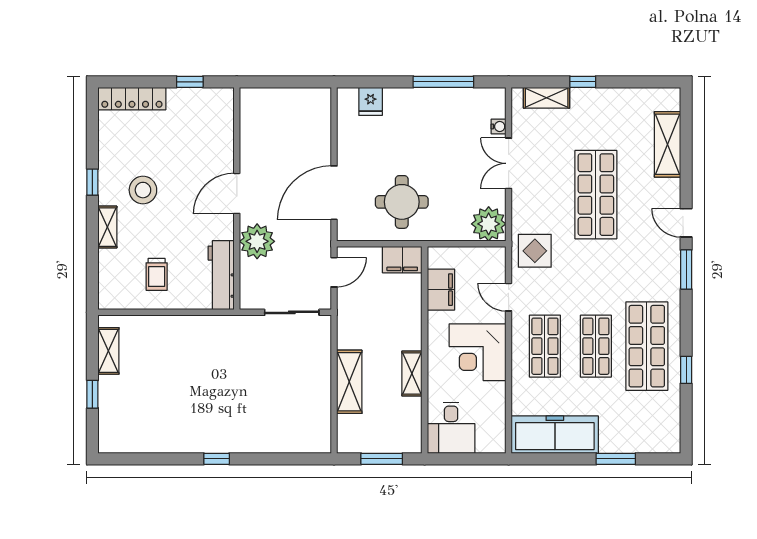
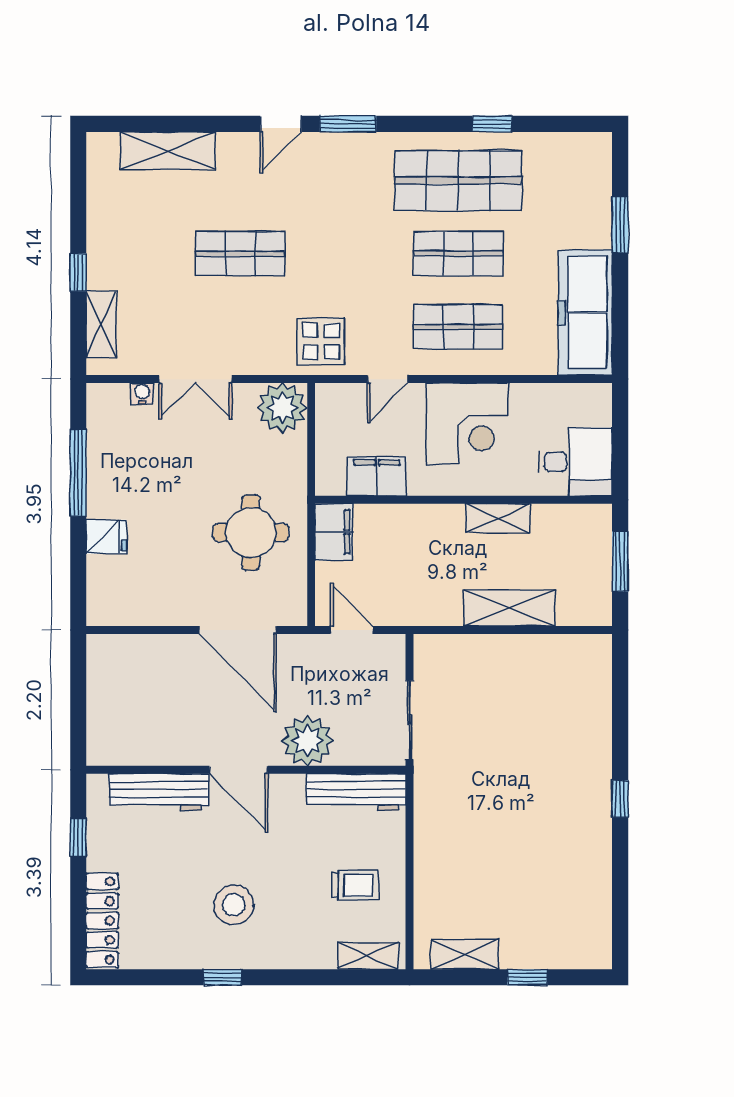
fridge: (371, 101) -> (106, 537), moved
workbench: (221, 138) -> (159, 792), added
shop shelf: (596, 195) -> (240, 254), width x0.70, depth x0.74
shelving: (107, 227) -> (368, 956), moved
sliding door: (292, 312) -> (410, 720), moved

